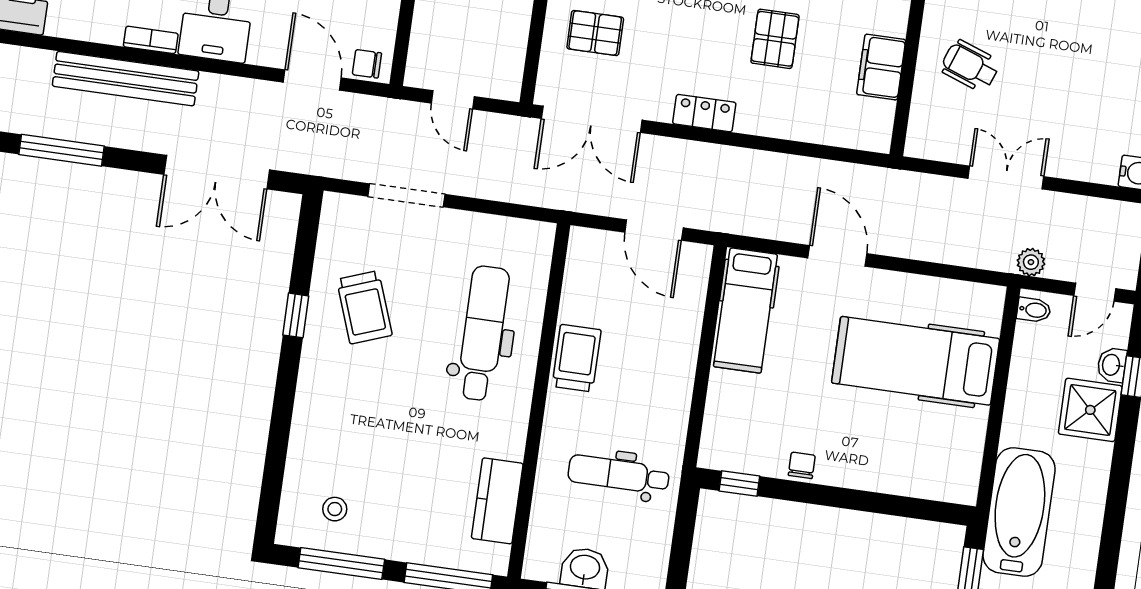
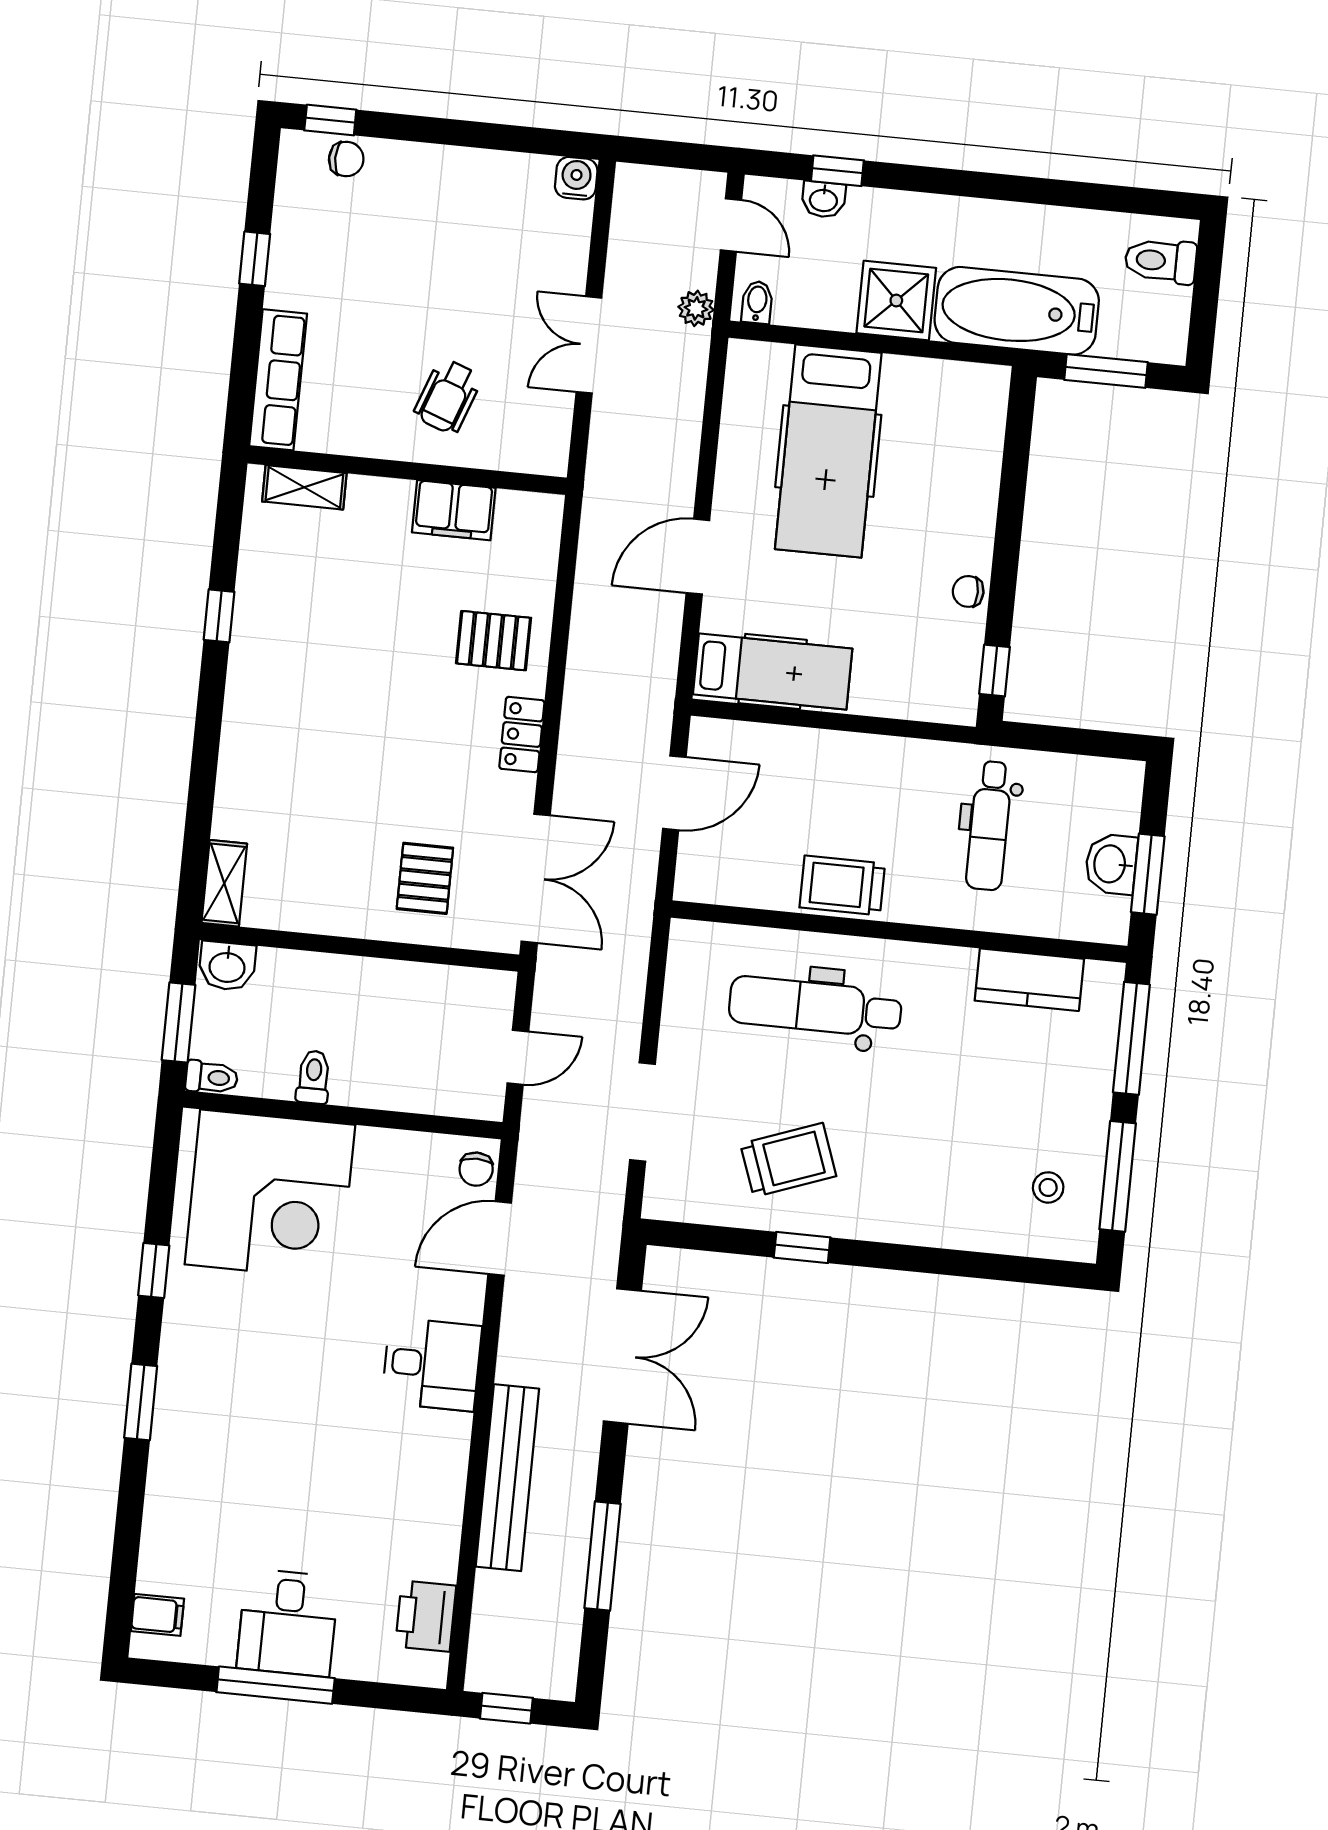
pallet: (775, 39) -> (494, 641), moved
bookcase: (151, 40) -> (457, 1447), removed
shower: (1090, 410) -> (896, 301), moved

